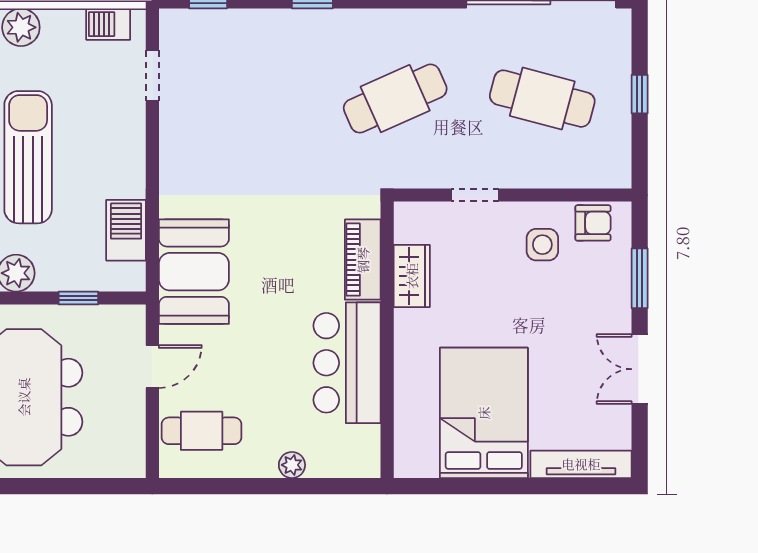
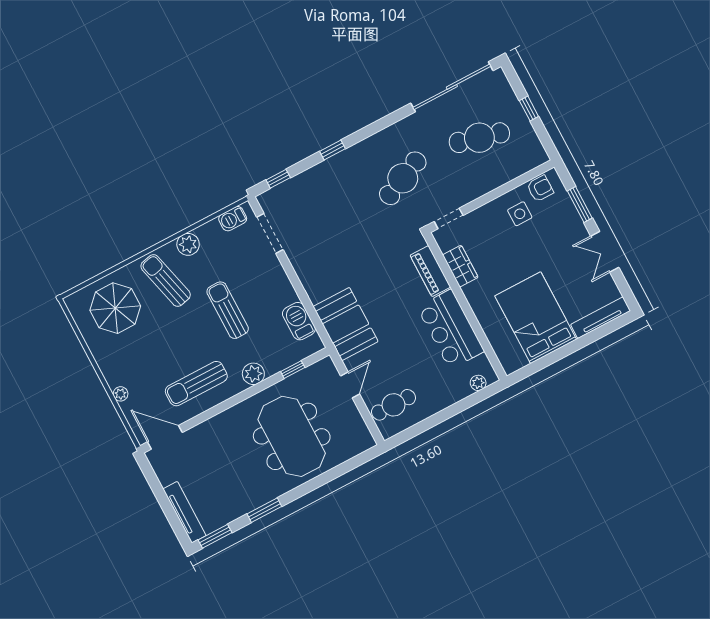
doorway: (152, 76) -> (270, 233), width x1.38
sun lounger: (28, 157) -> (228, 310), width x0.73, depth x0.75
doorway: (475, 195) -> (449, 218), moved
plant: (292, 465) -> (478, 383), moved

